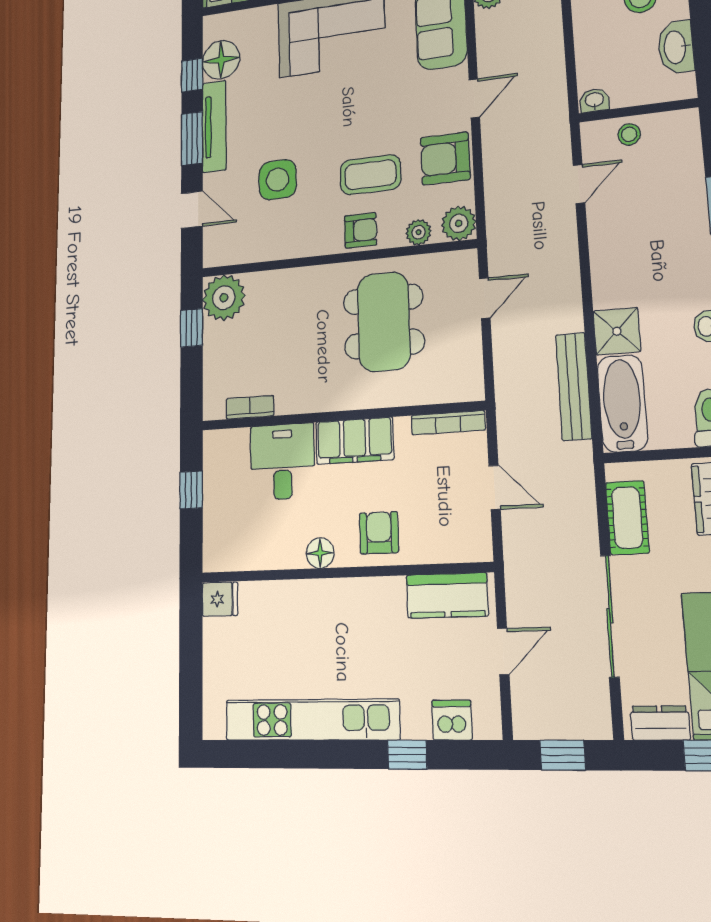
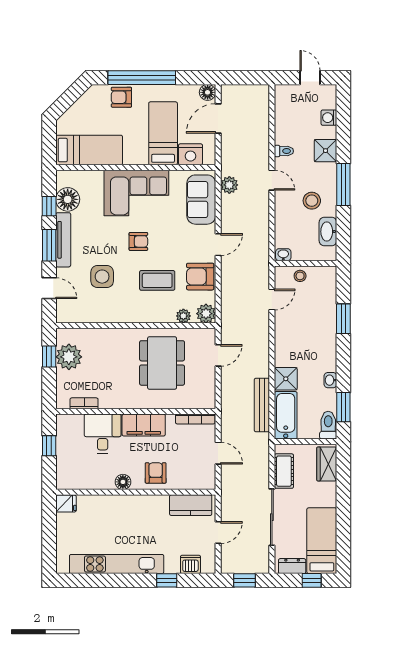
armchair: (361, 230) -> (138, 241), moved
plant: (224, 298) -> (69, 357), moved

